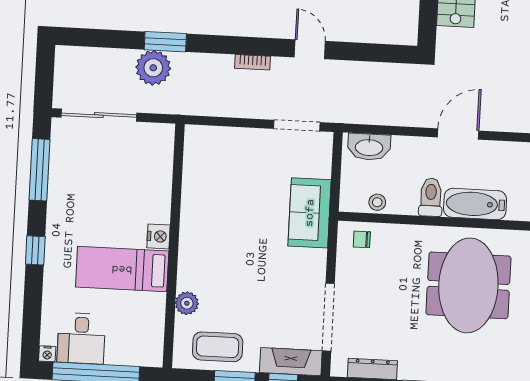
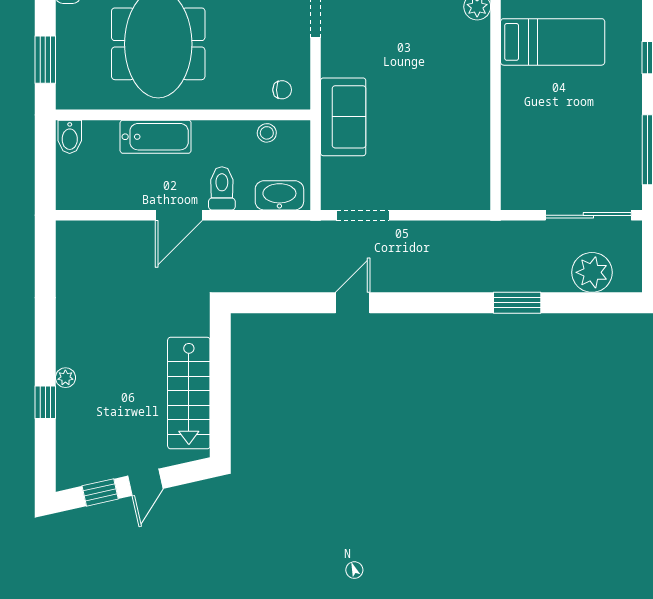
door: (310, 49) -> (353, 303), swing flipped
bookcase: (253, 62) -> (417, 284), removed
plant: (153, 68) -> (592, 272), moved
toilet: (431, 197) -> (222, 188), moved, turned 180
nightstand: (159, 236) -> (513, 81), removed

